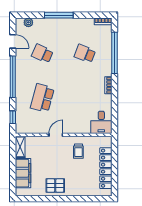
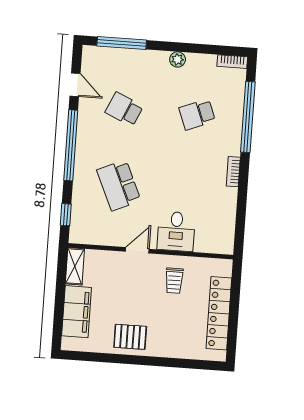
window: (59, 15) -> (122, 43), moved
plant: (28, 22) -> (178, 59), moved
school desk: (85, 54) -> (197, 114), turned -42
school desk: (42, 98) -> (119, 185), turned -39
desk: (101, 122) -> (176, 231), moved

